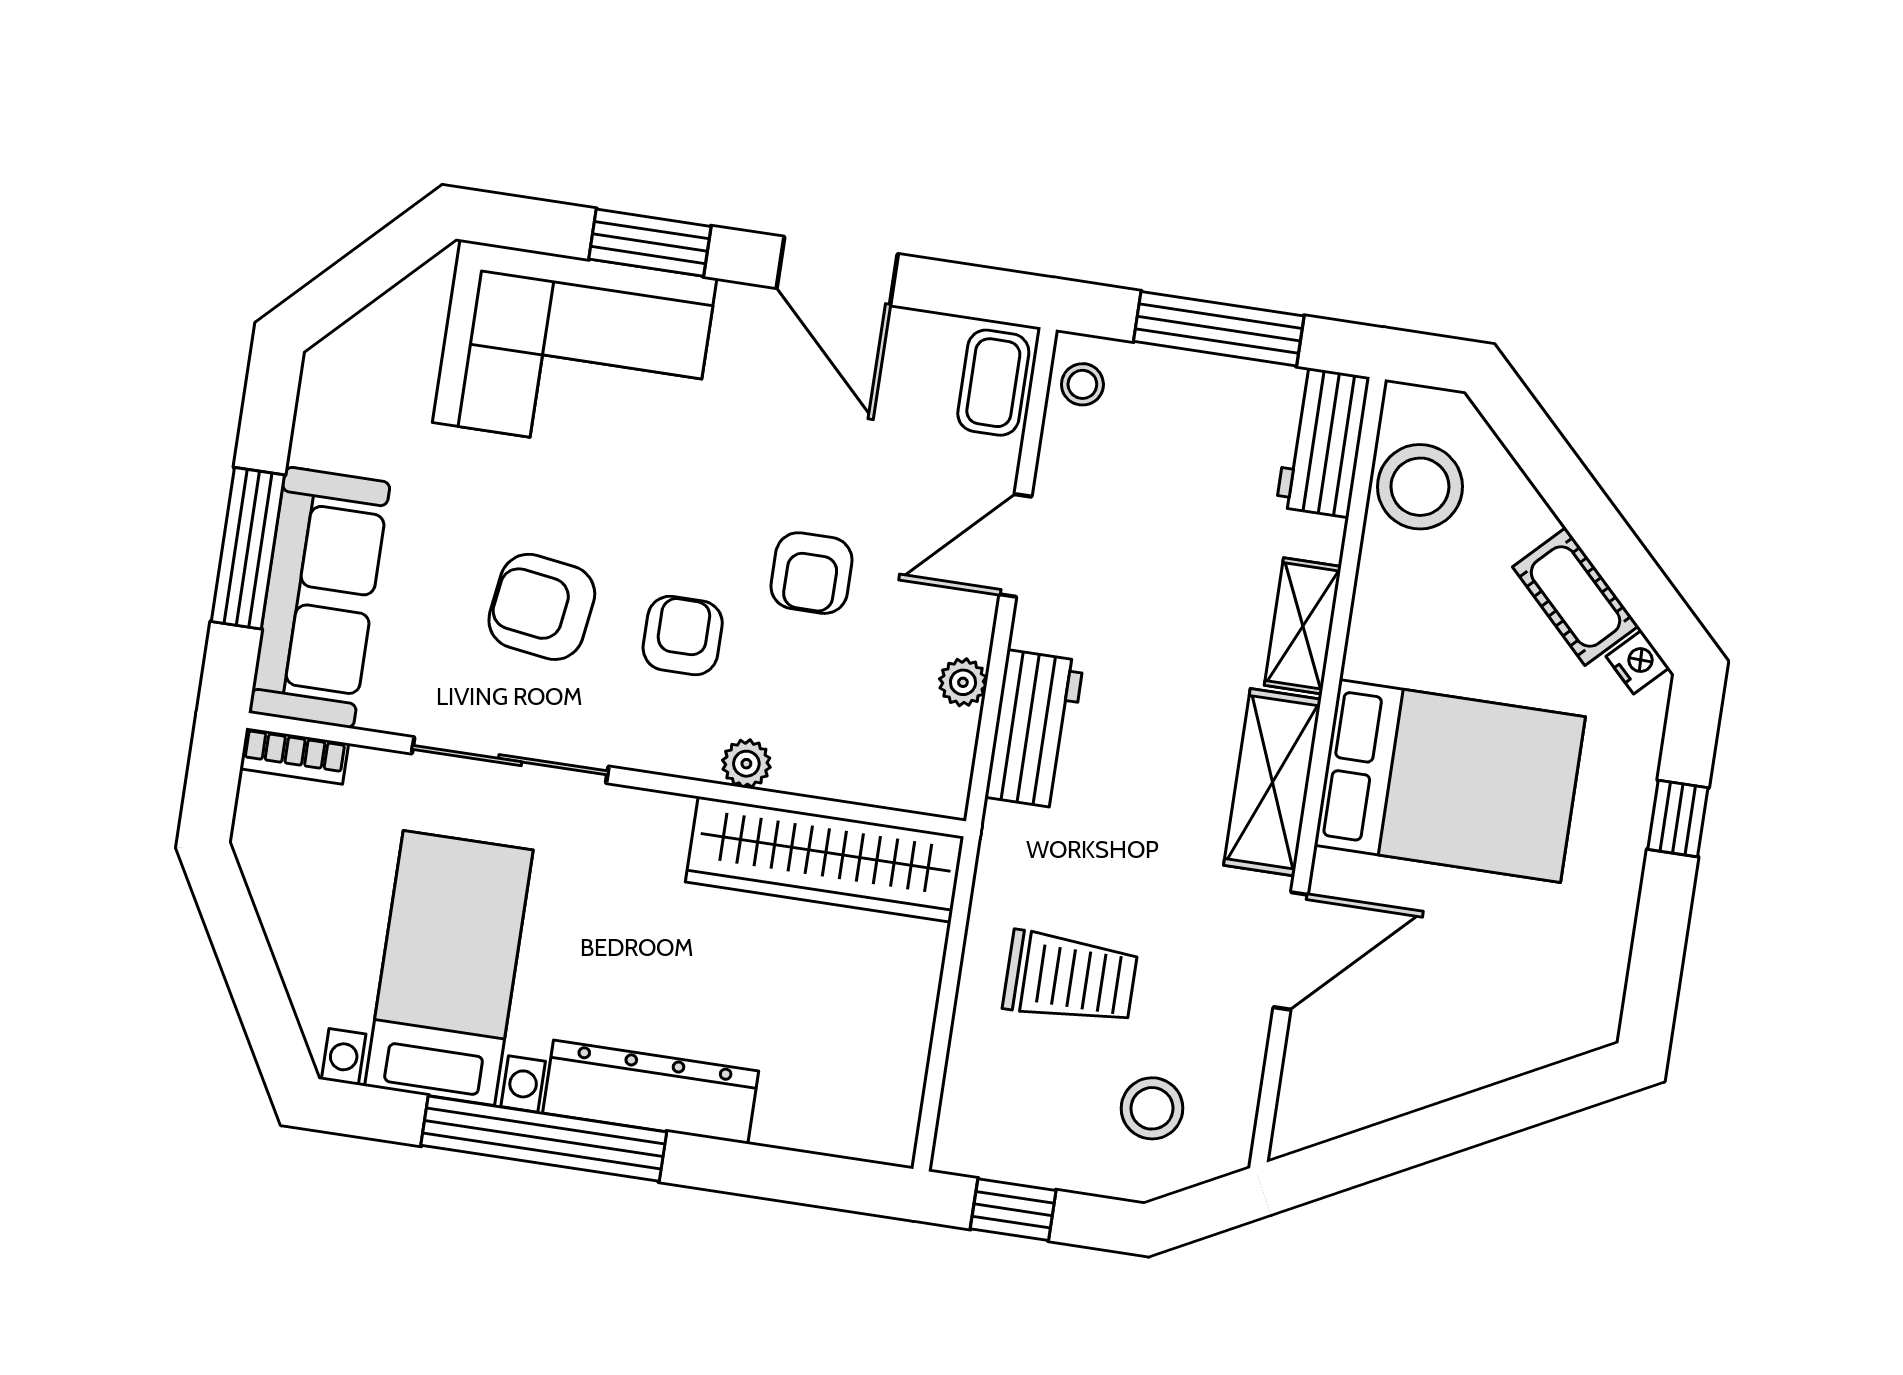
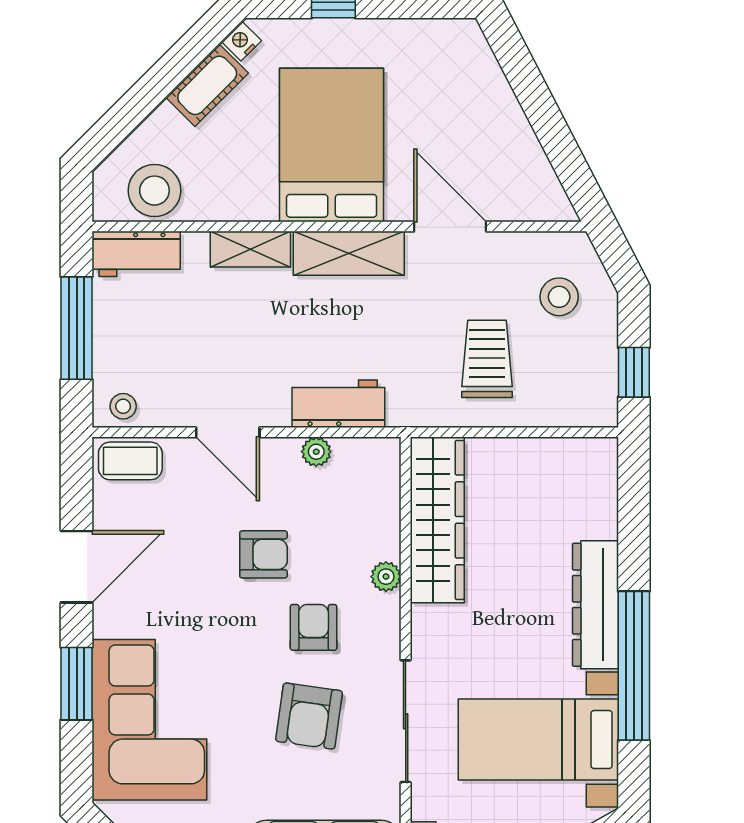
armchair: (683, 636) -> (314, 627), turned 90

